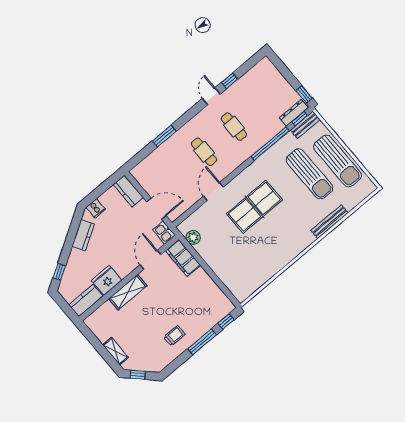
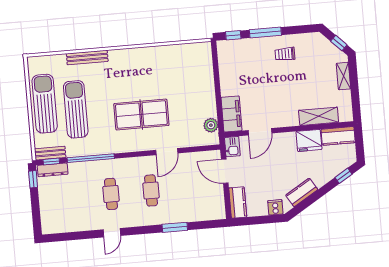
window: (230, 81) -> (87, 235), removed
shelving: (128, 292) -> (319, 116), moved

